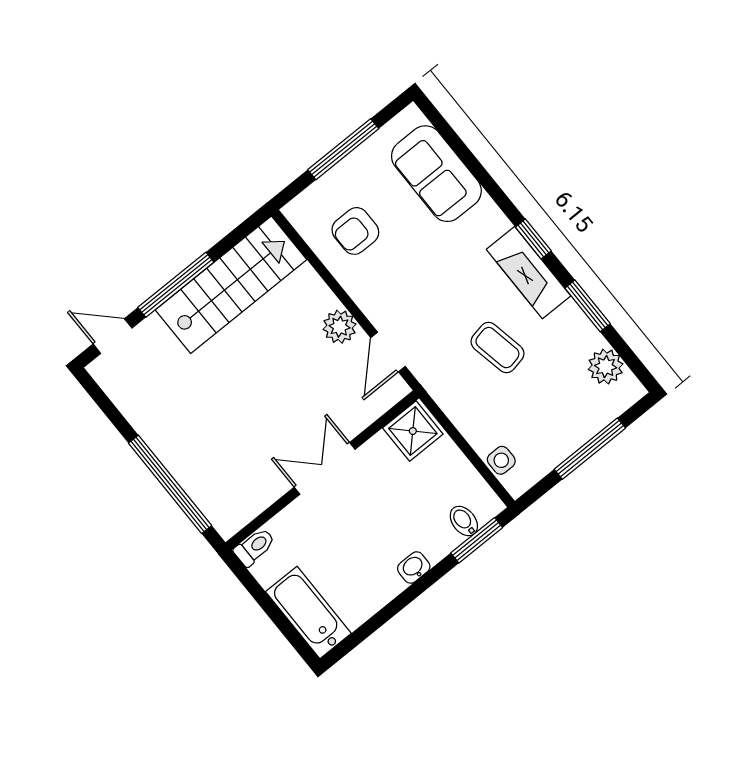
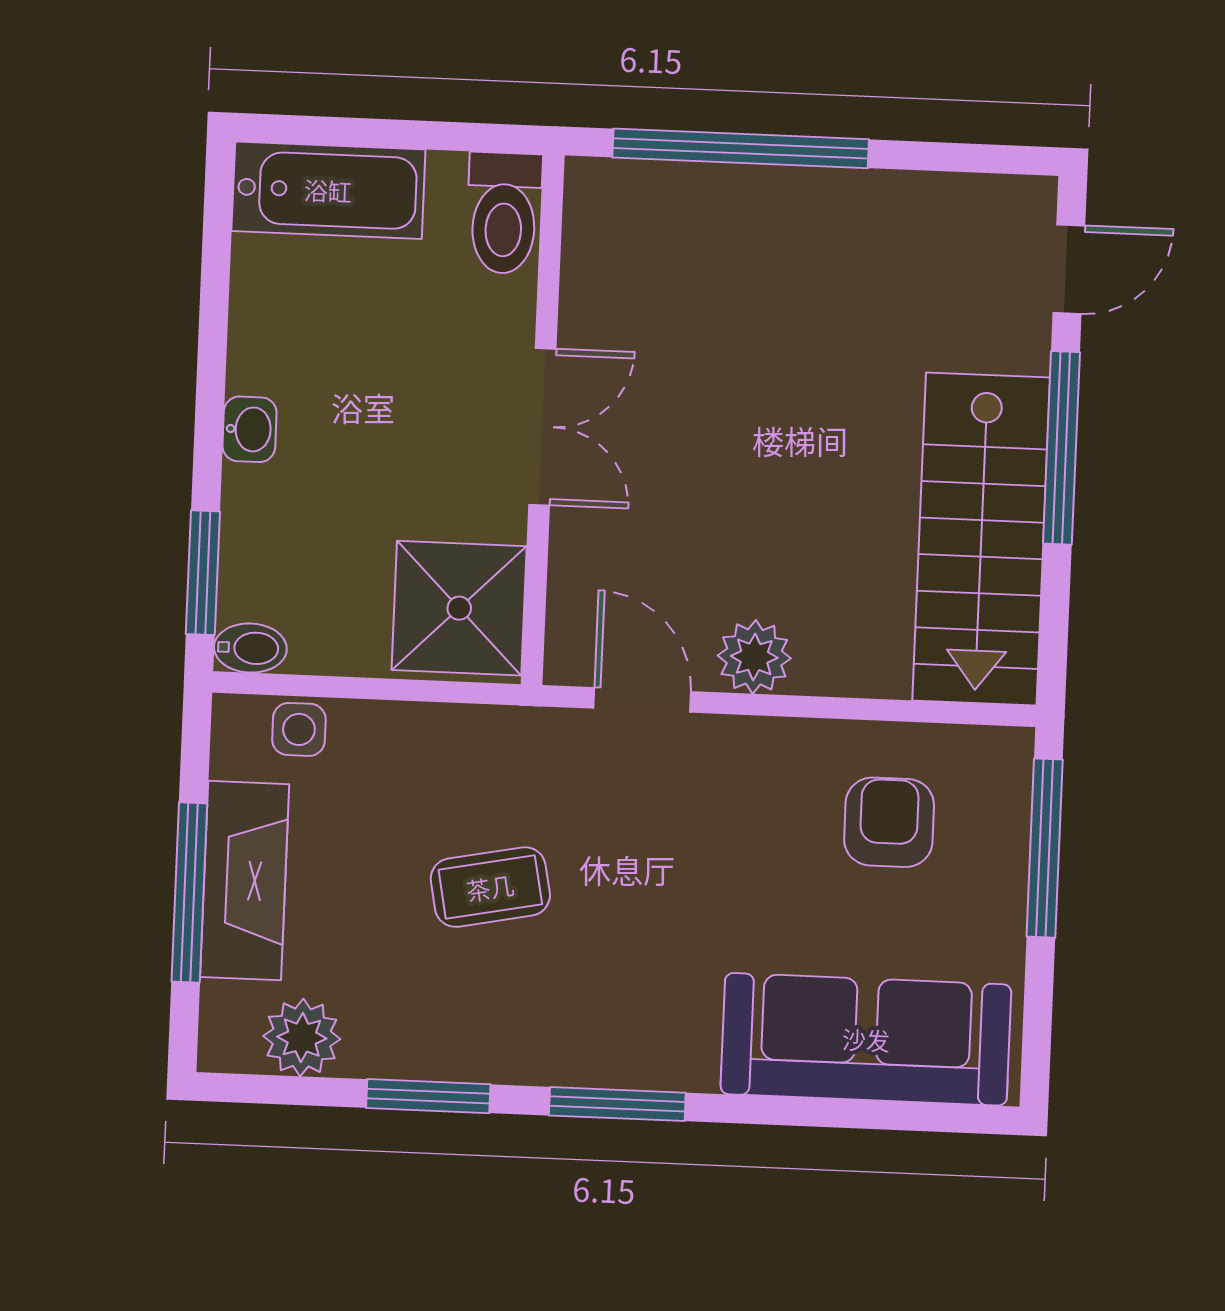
window: (343, 149) -> (1045, 848), moved
sofa: (436, 174) -> (866, 1039), width x1.36
window: (533, 239) -> (617, 1104), width x1.50
fireplace: (529, 273) -> (245, 881), moved, turned 90
shower: (413, 431) -> (459, 608), width x1.36, depth x1.36
bidet: (464, 521) -> (250, 648), moved
toilet: (255, 547) -> (504, 213), width x1.37, depth x1.39

